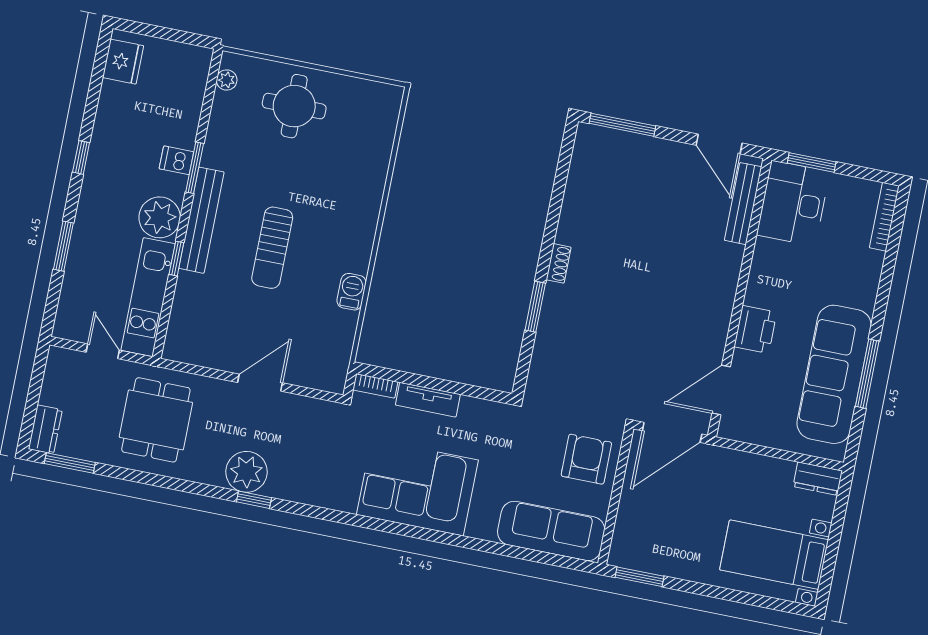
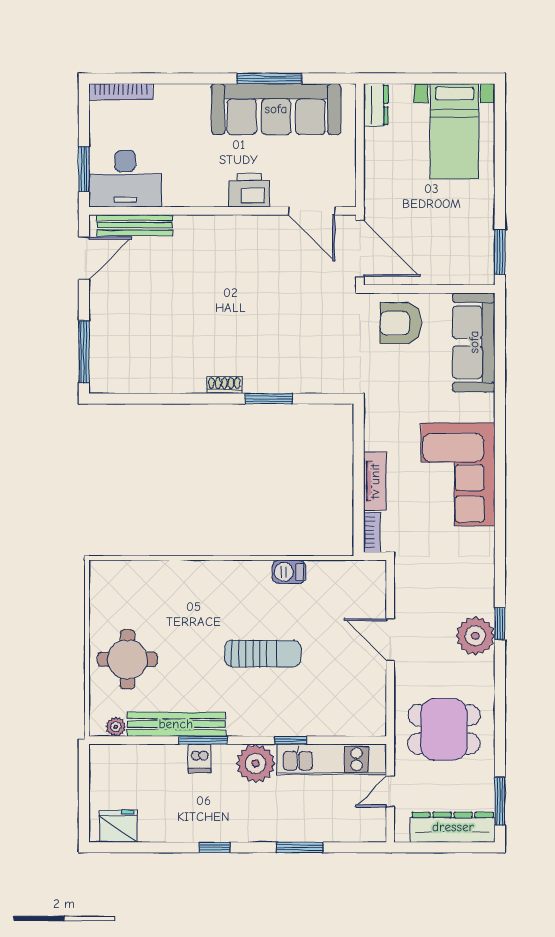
bench: (201, 220) -> (176, 724), moved
dresser: (45, 429) -> (453, 827), width x1.96, depth x1.24

